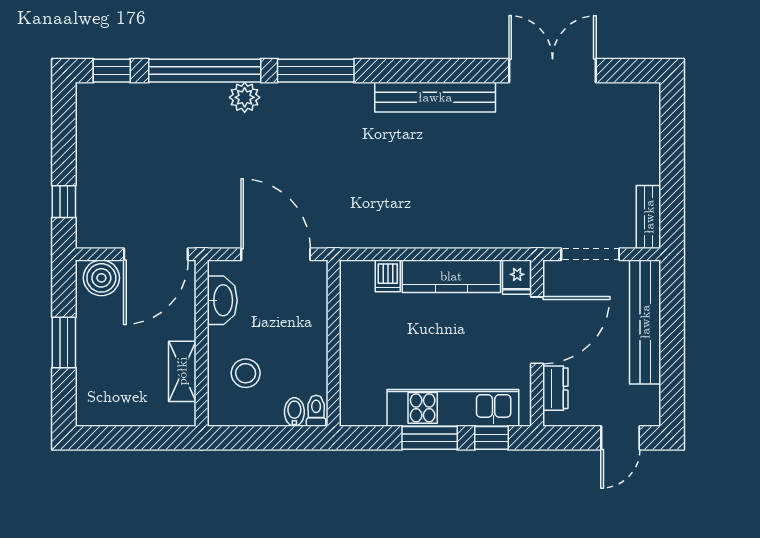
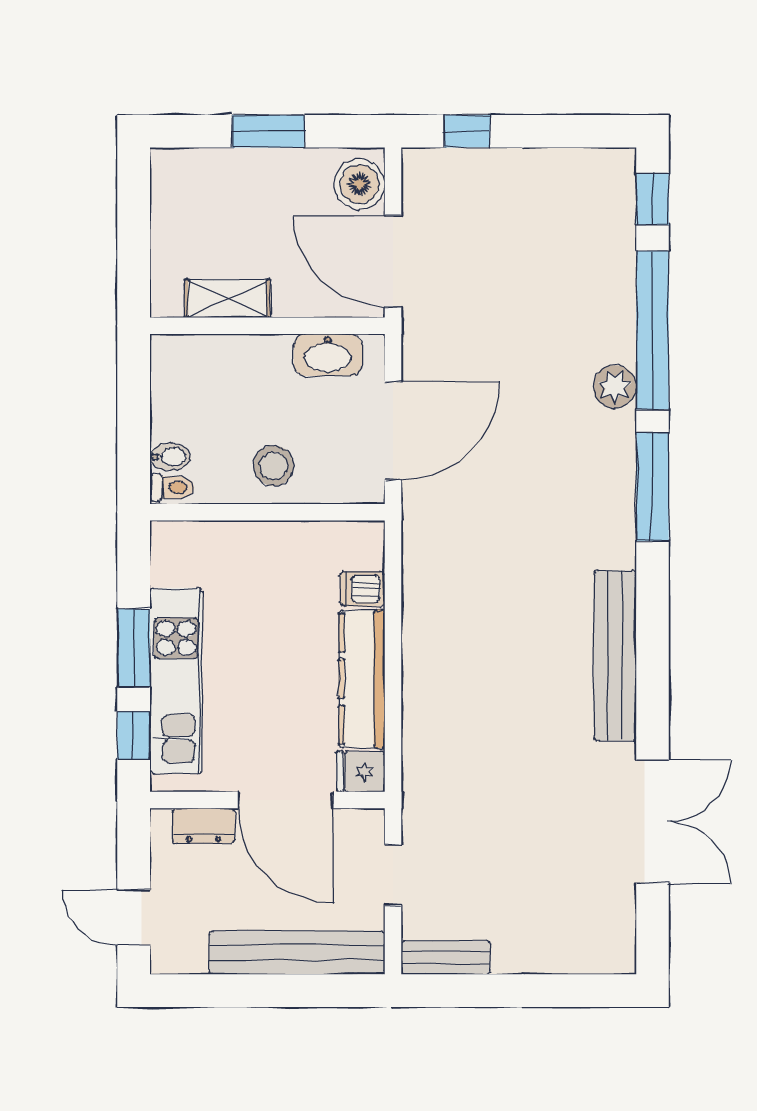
doorway: (590, 254) -> (393, 875), width x0.73
stool: (246, 373) -> (274, 466), moved

